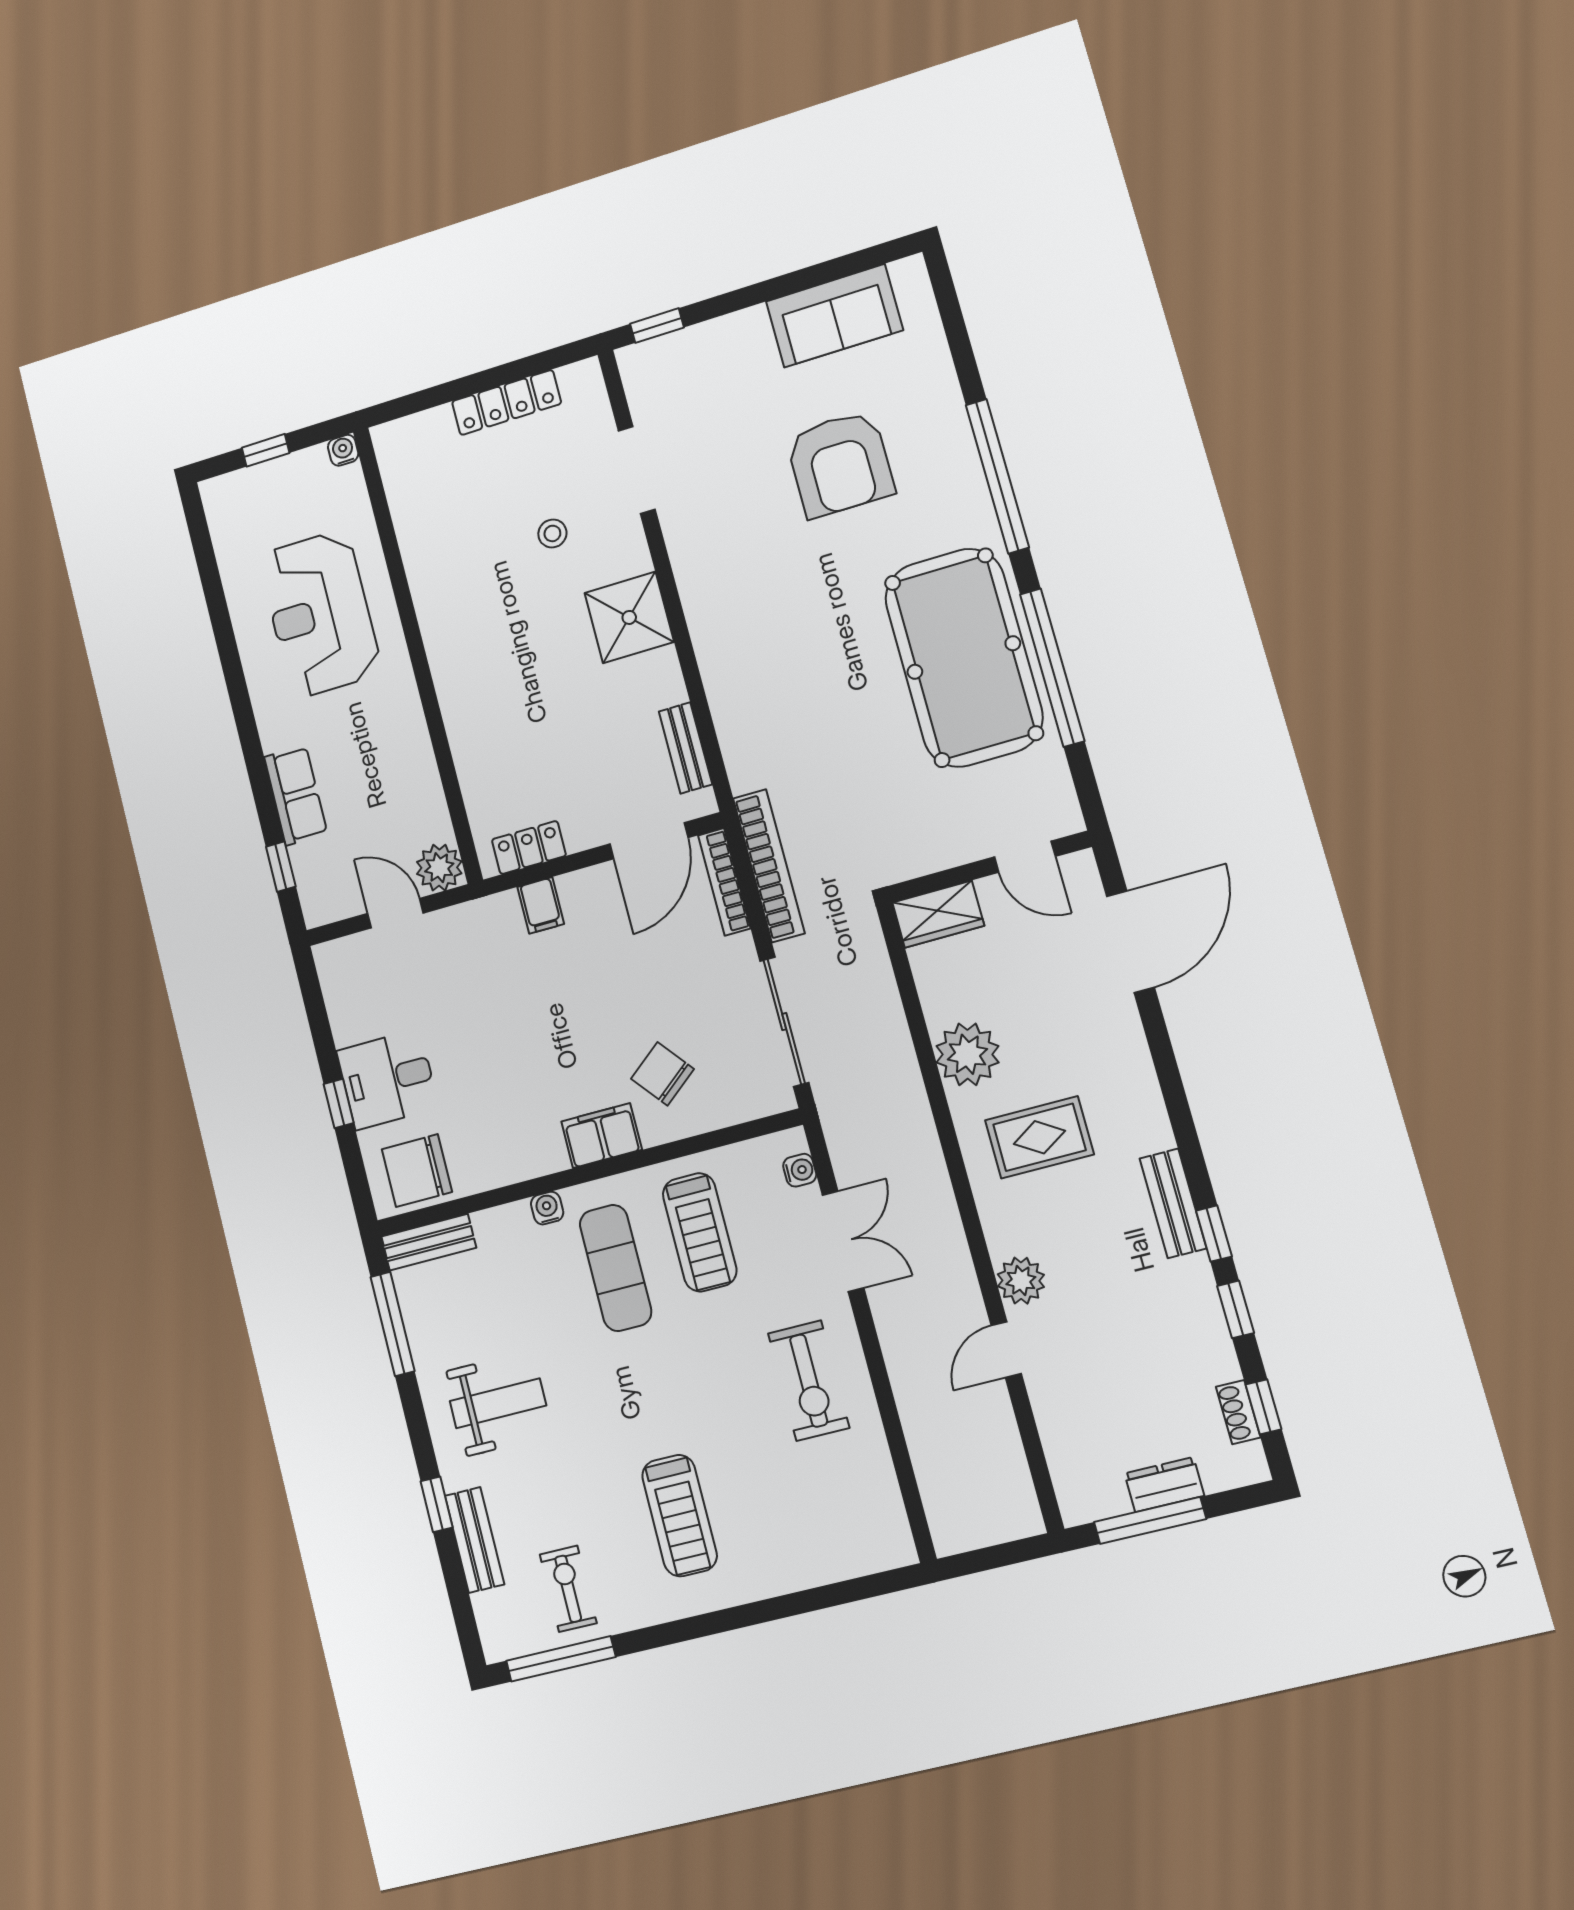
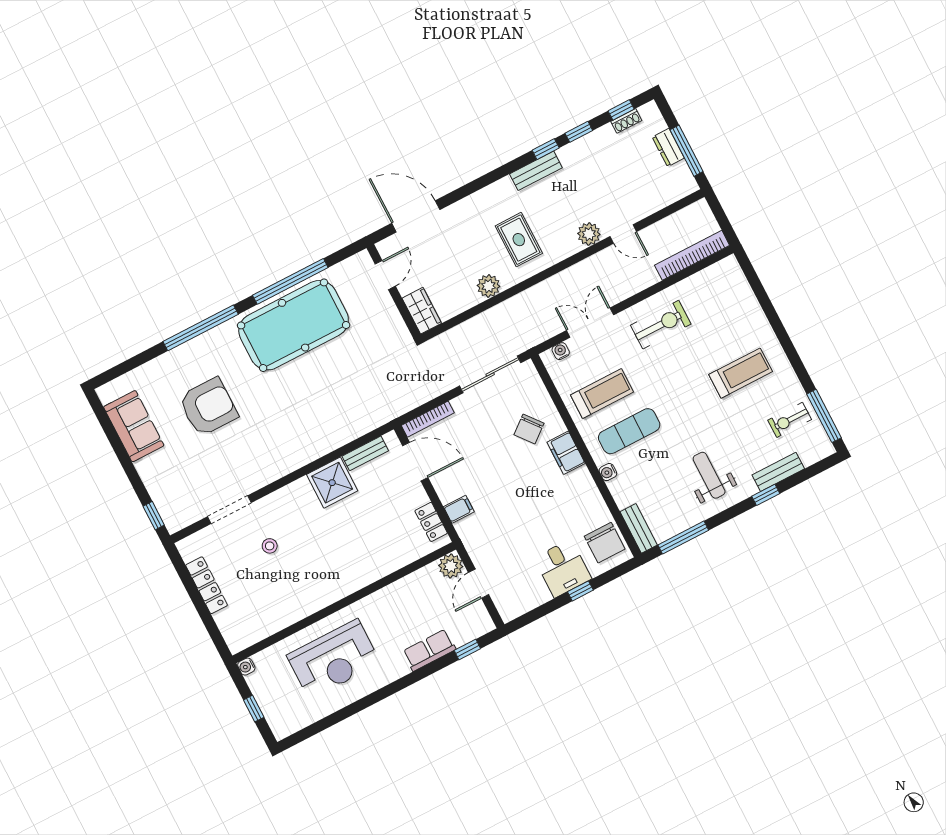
shower: (629, 617) -> (332, 483), moved
bookcase: (769, 866) -> (692, 255), moved
plant: (967, 1054) -> (489, 286), width x0.73, depth x0.73

